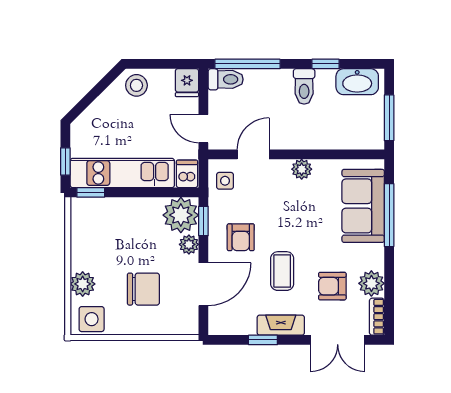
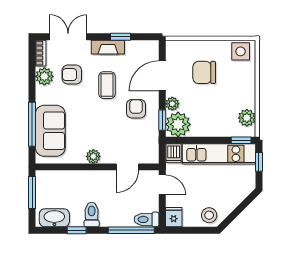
side table: (225, 181) -> (147, 148), removed
plant: (83, 284) -> (247, 118), moved
armchair: (332, 286) -> (72, 75), turned 180

